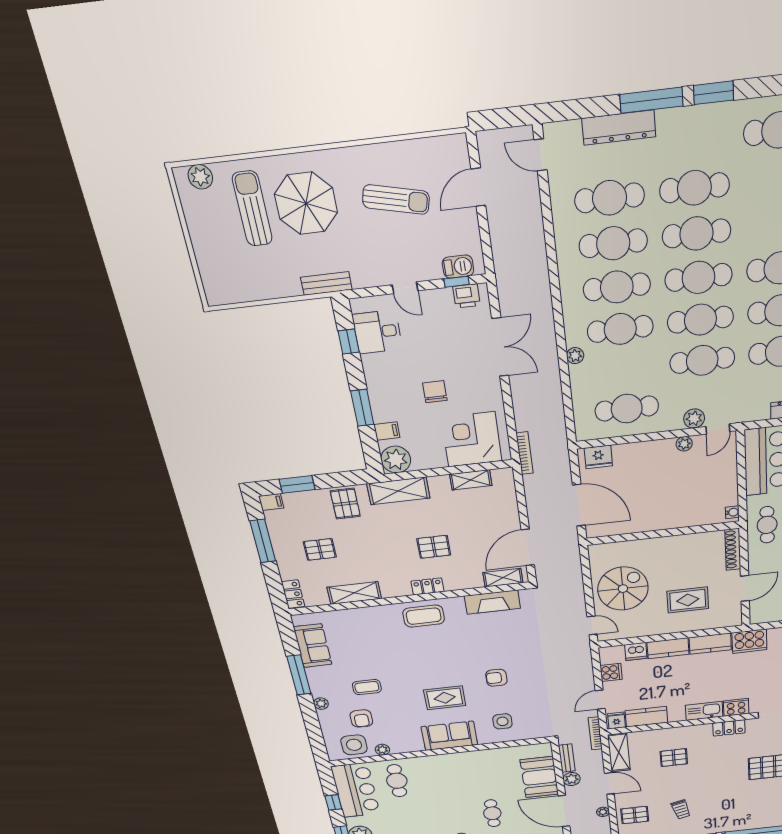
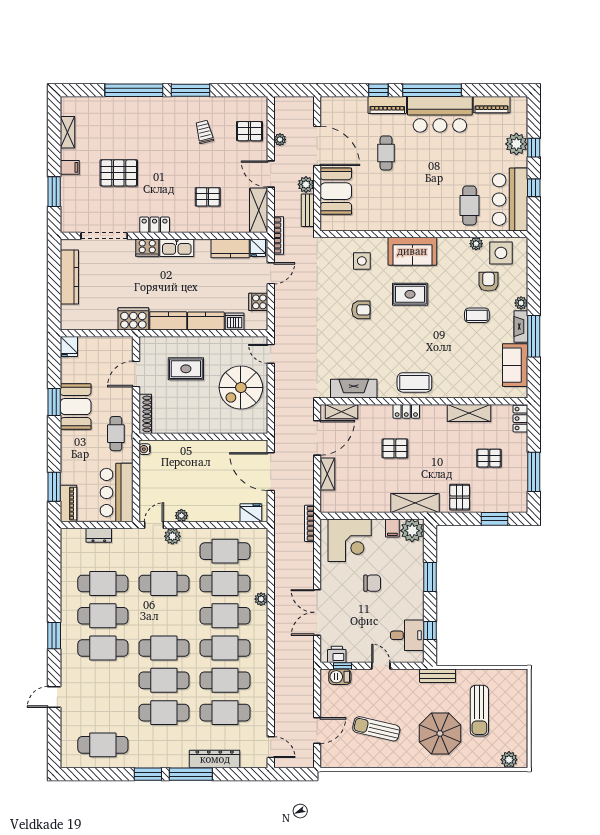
sun lounger: (252, 209) -> (479, 711), moved
cafe table: (700, 320) -> (225, 583), moved
chair: (435, 392) -> (372, 583), turned -90
filing cabinet: (387, 431) -> (392, 528), moved, turned -90
shelving: (471, 480) -> (327, 474), moved, turned 90
filing cabinet: (271, 502) -> (519, 506), removed
fireplace: (316, 682) -> (521, 326), added

